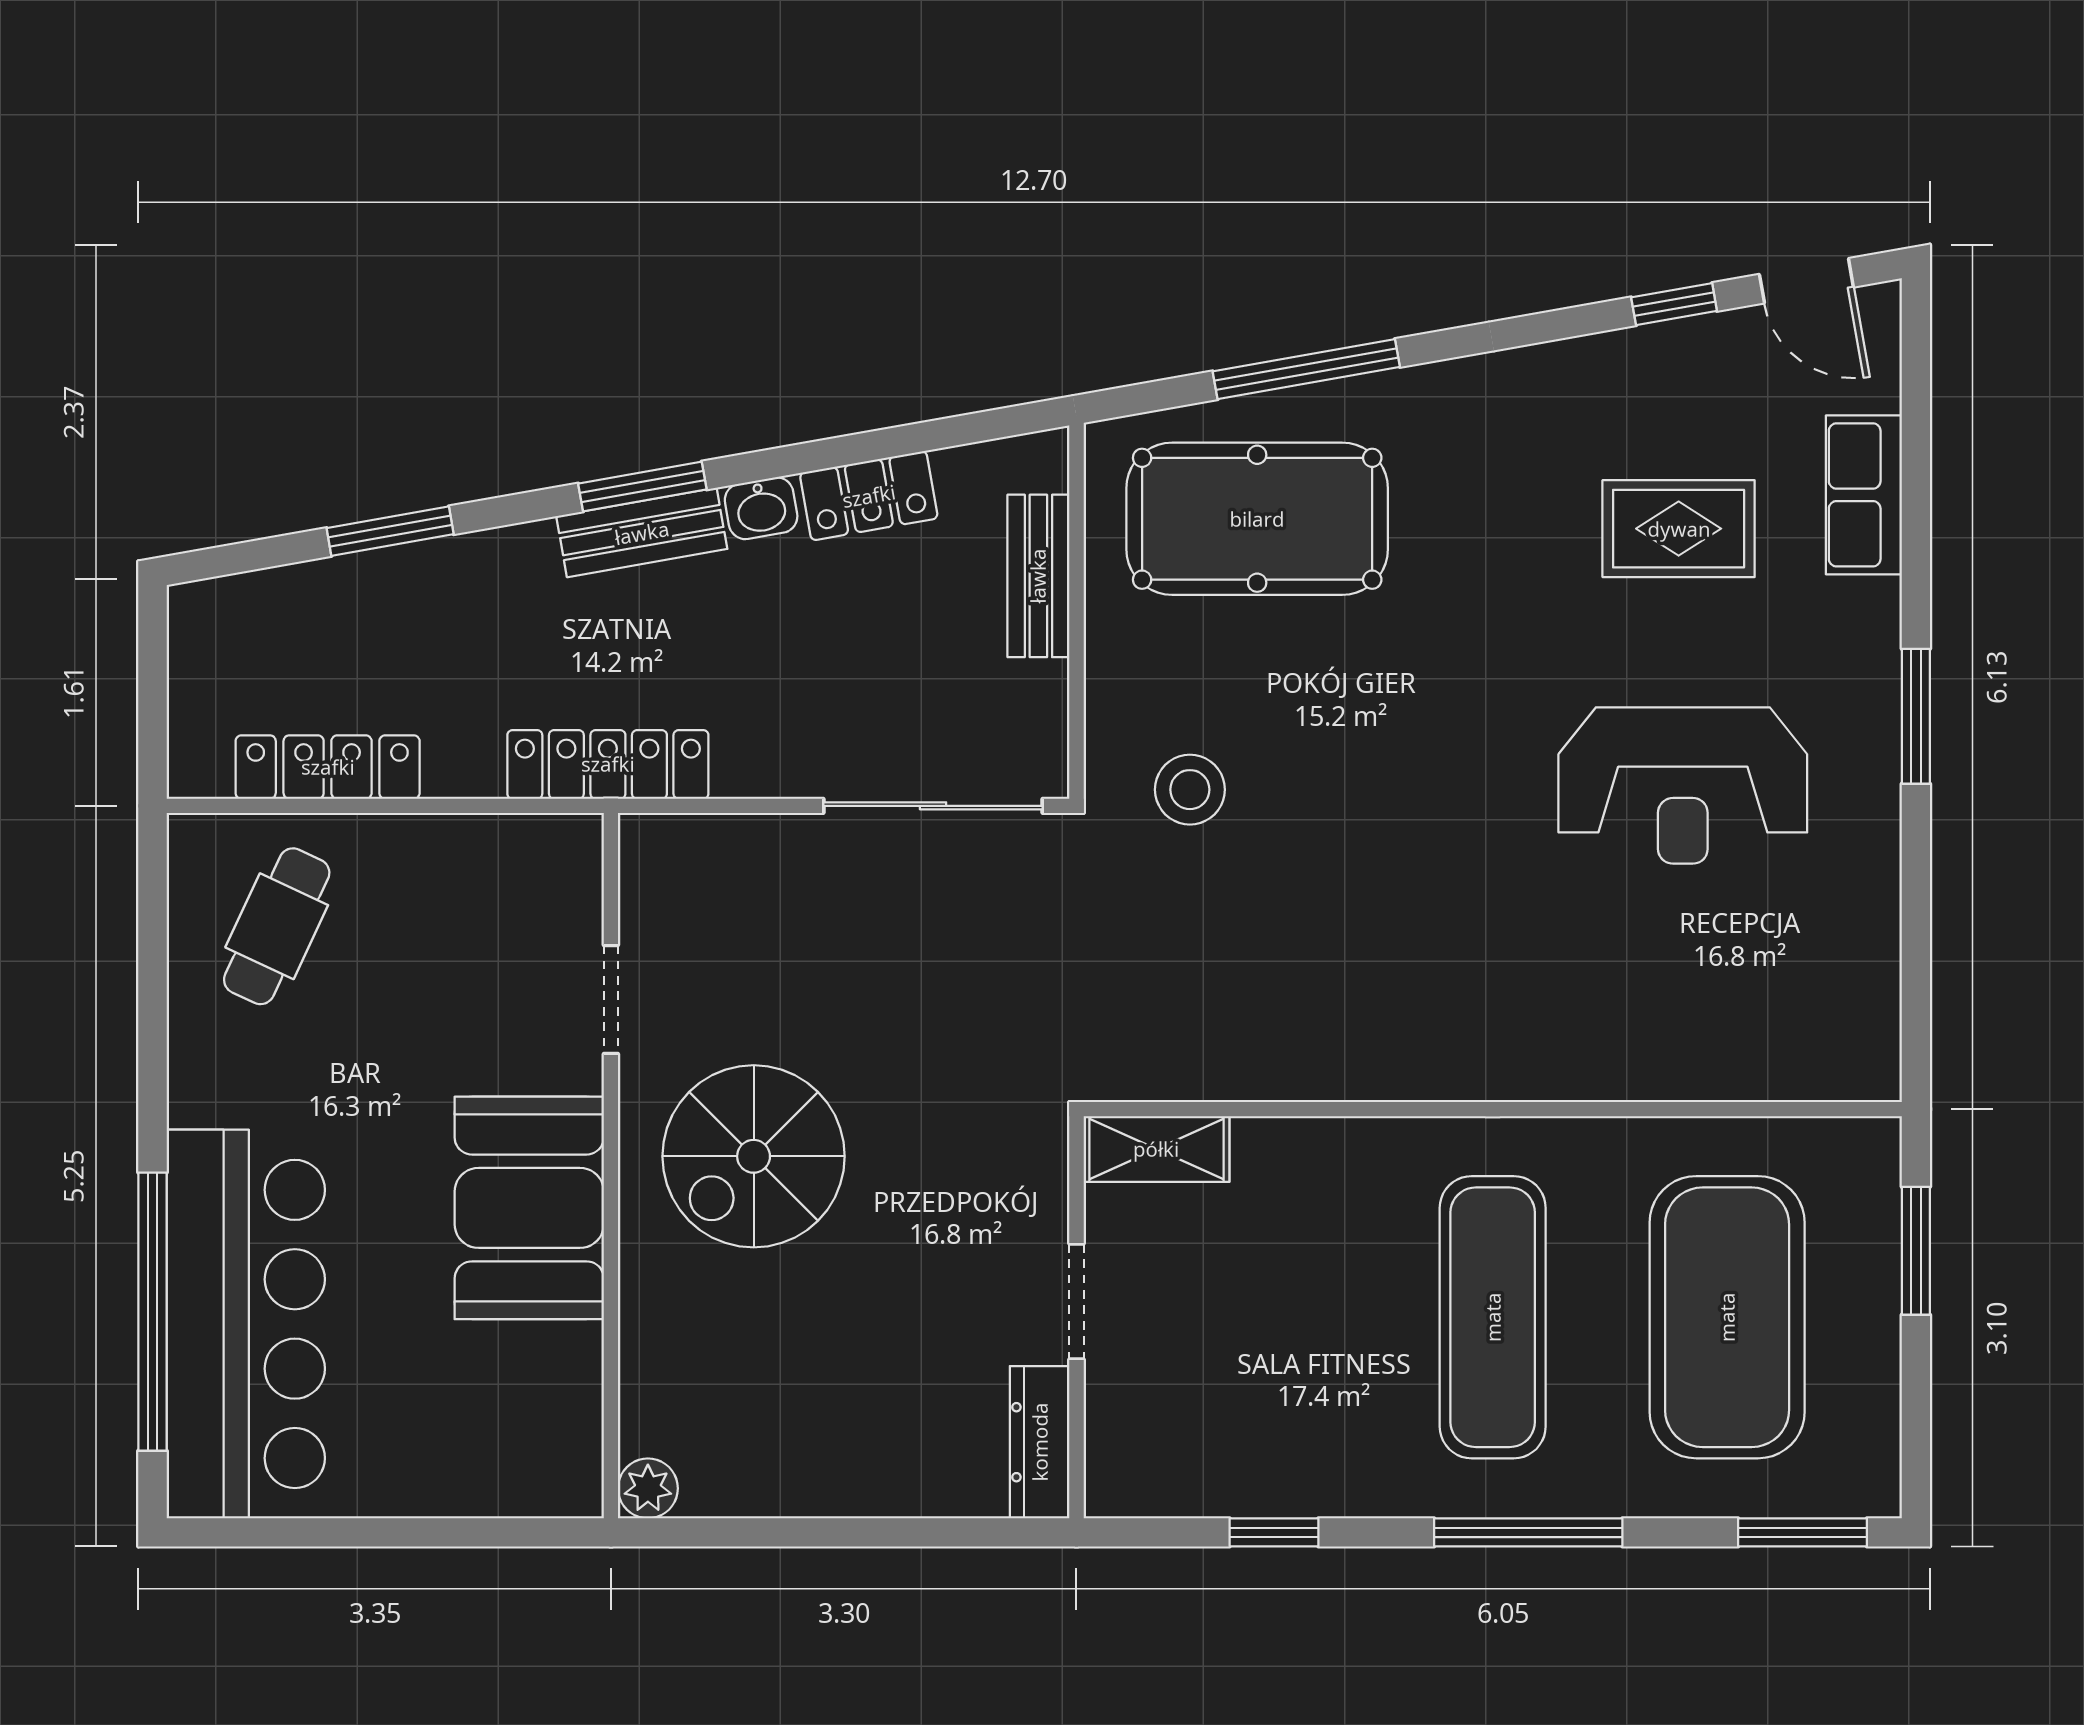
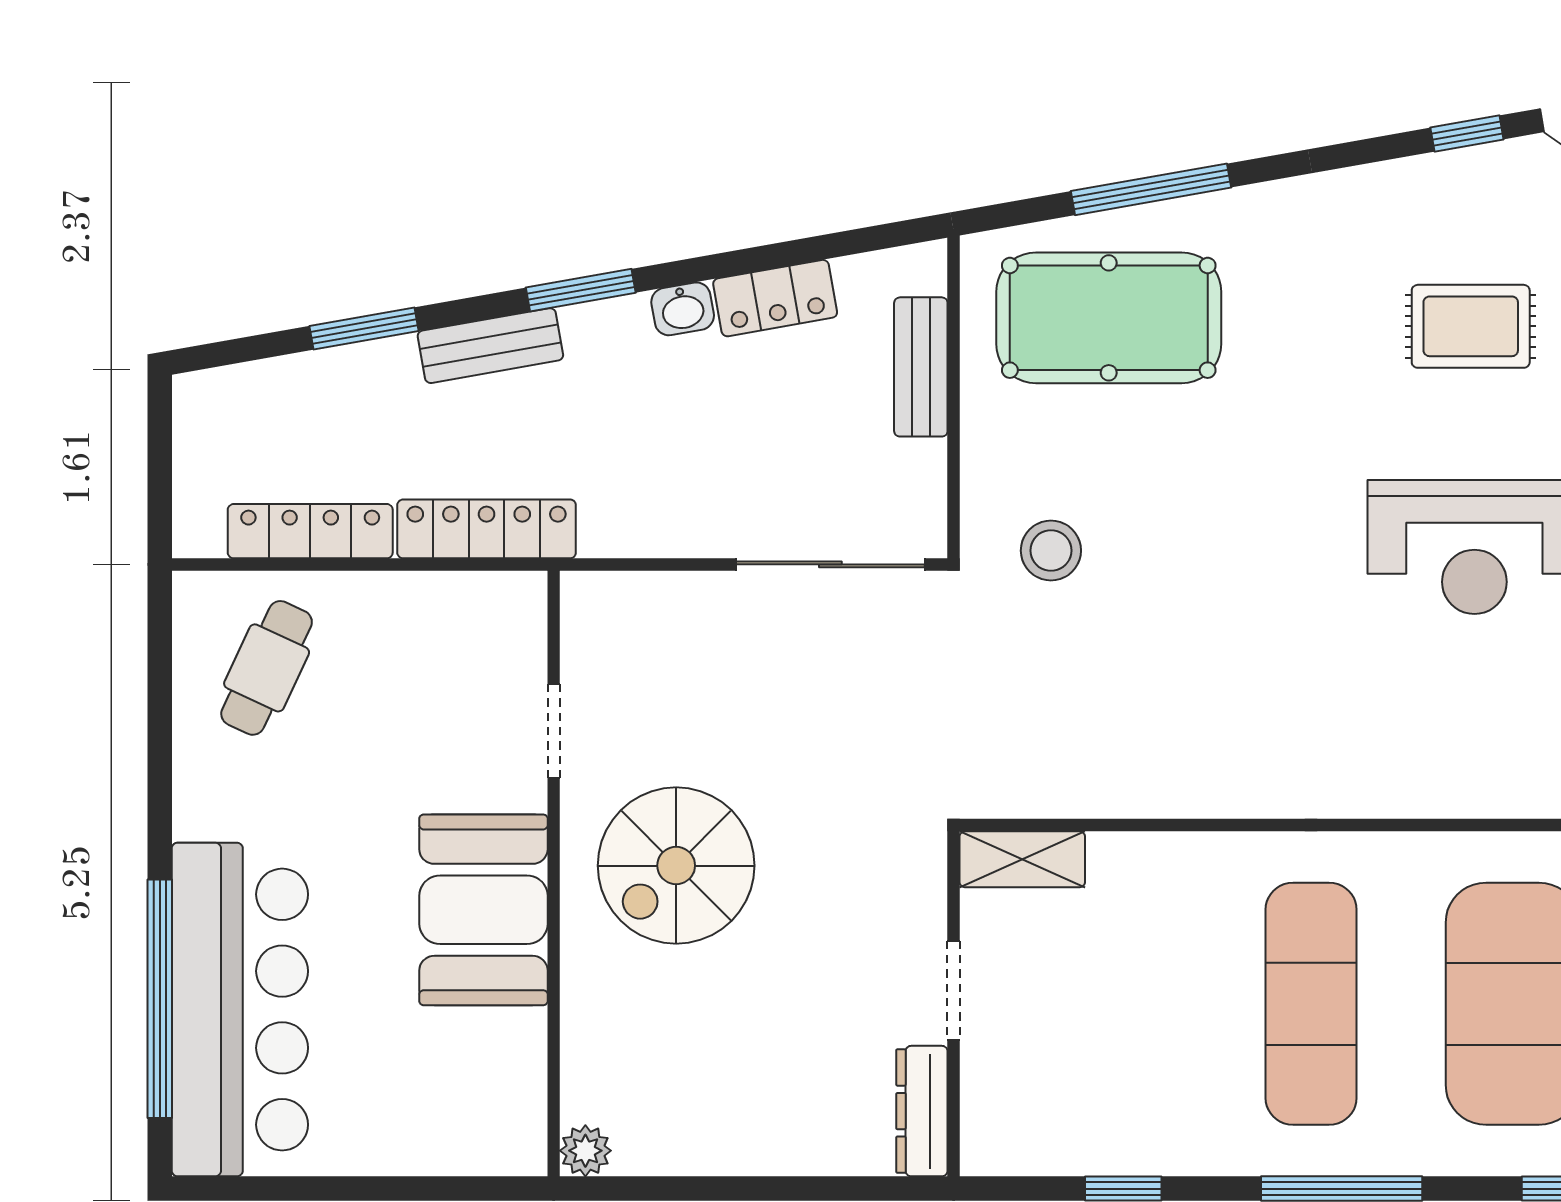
bench: (642, 533) -> (490, 346), moved
locker: (608, 764) -> (487, 529), moved

